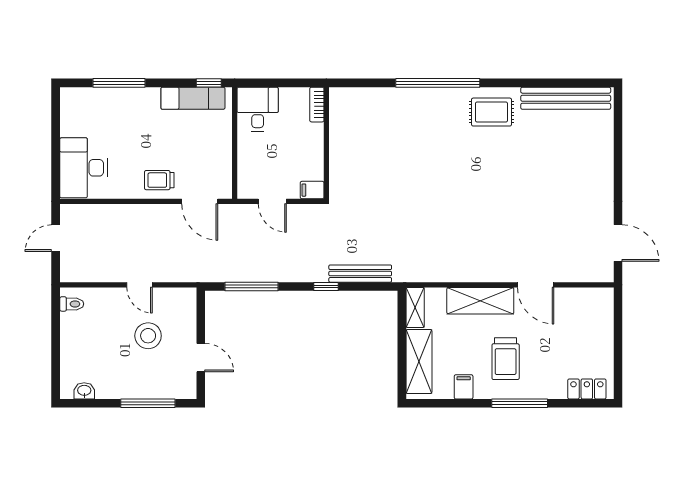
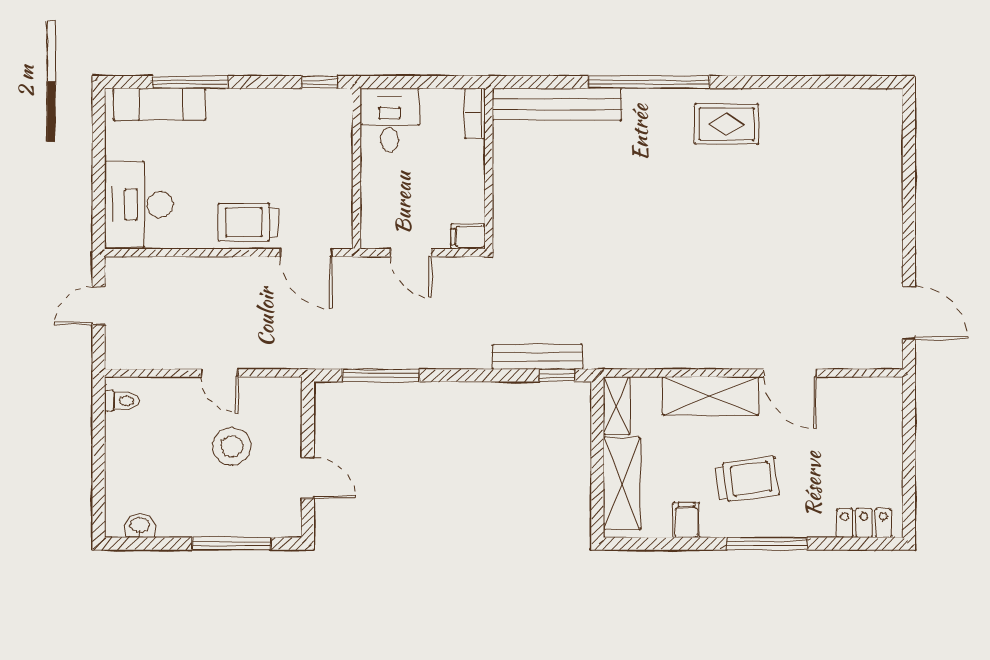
exam couch: (193, 98) -> (160, 104), moved
bench: (566, 98) -> (557, 104), moved
trolley: (159, 180) -> (248, 222), width x1.36, depth x1.39
window: (326, 286) -> (557, 375), moved
trolley: (506, 359) -> (747, 479), turned -98

